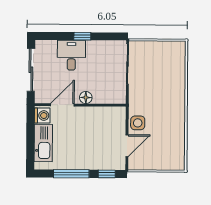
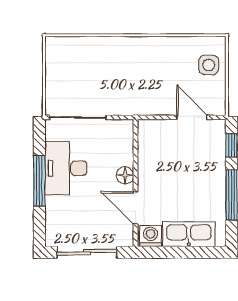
window: (82, 36) -> (39, 181), width x2.17
desk: (71, 55) -> (66, 168), moved, width x1.37
side table: (138, 123) -> (209, 65), moved

